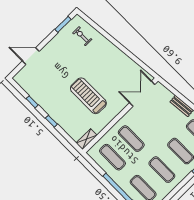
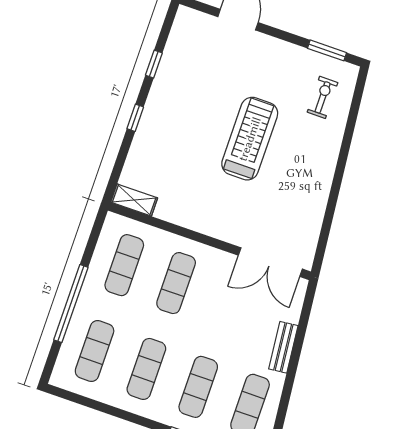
double door: (142, 94) -> (270, 262), swing flipped
treadmill: (88, 96) -> (250, 139), moved

